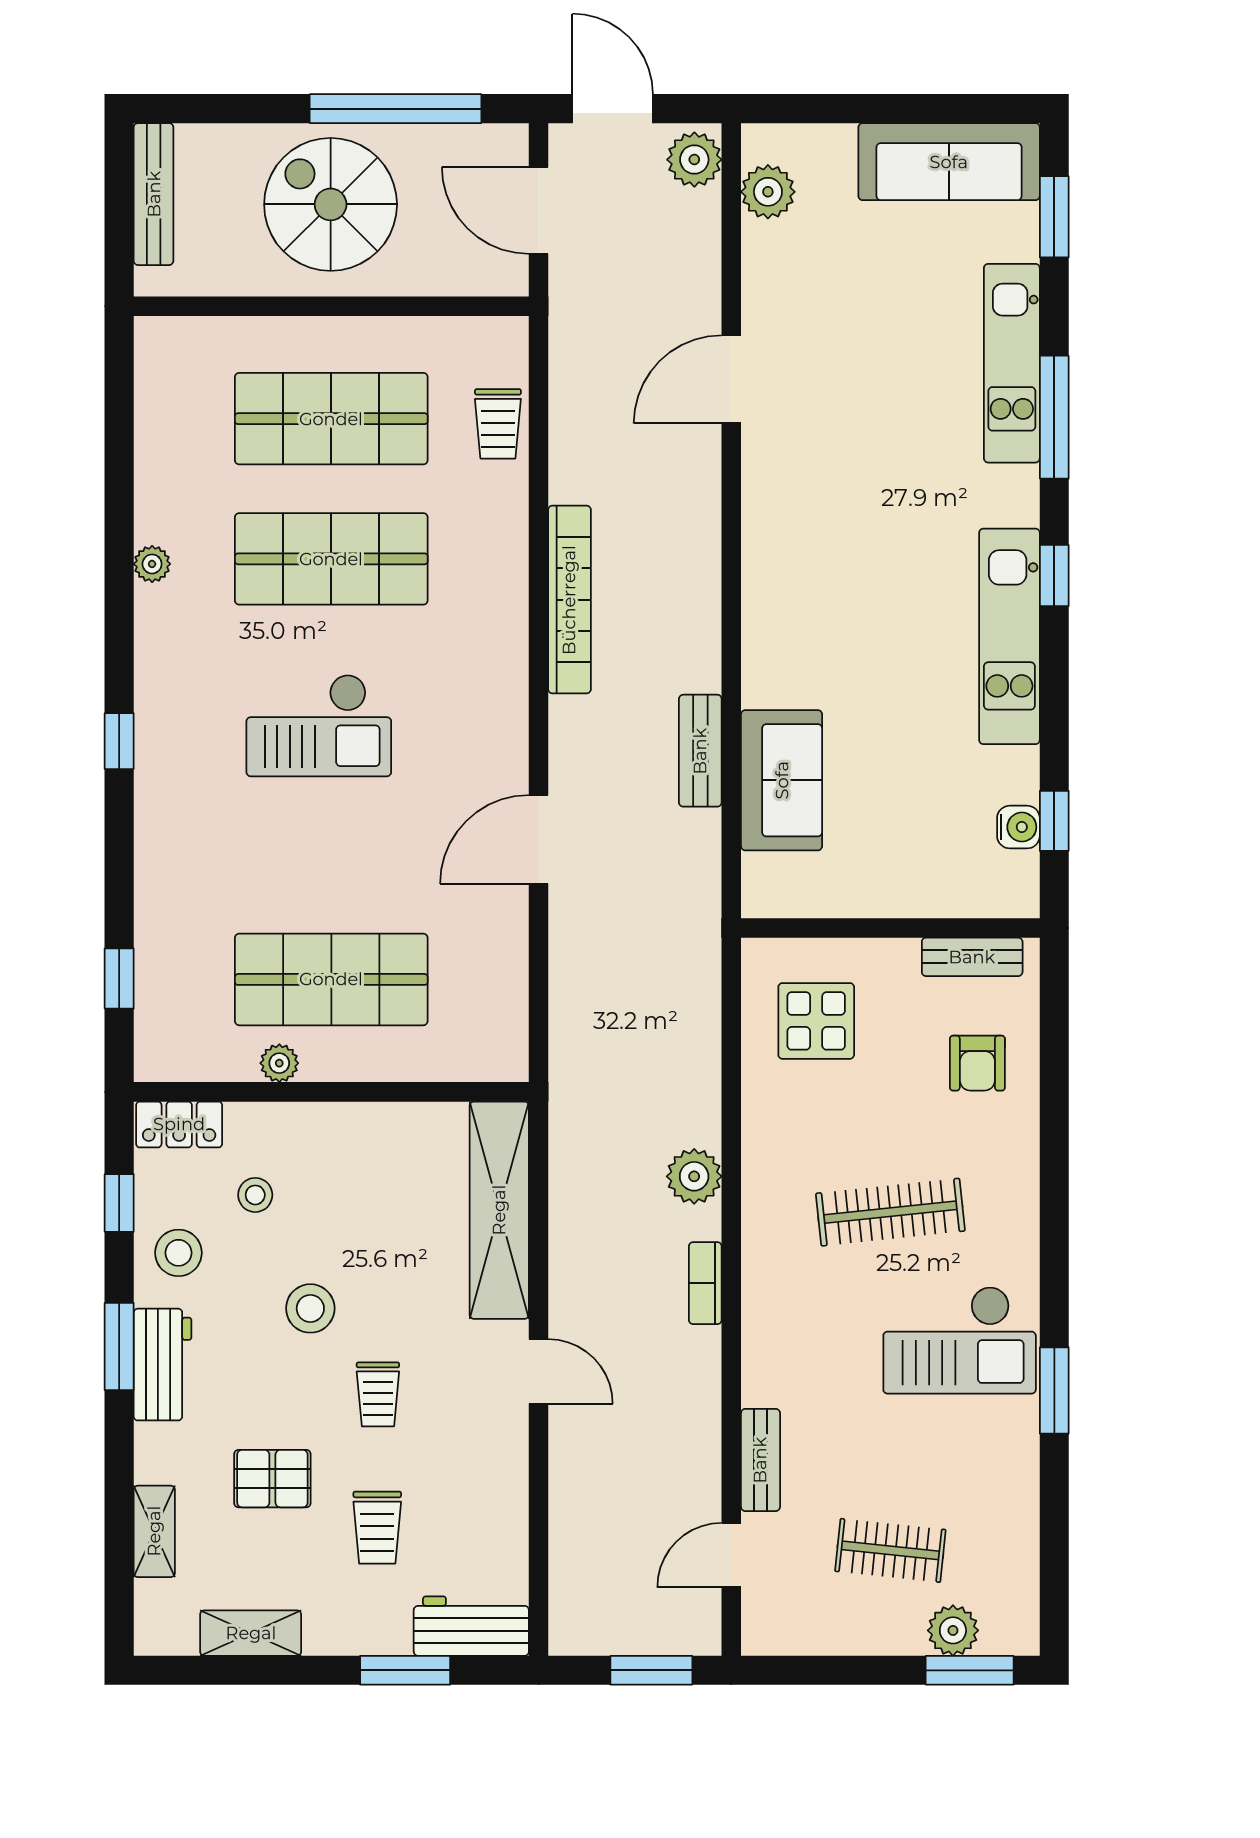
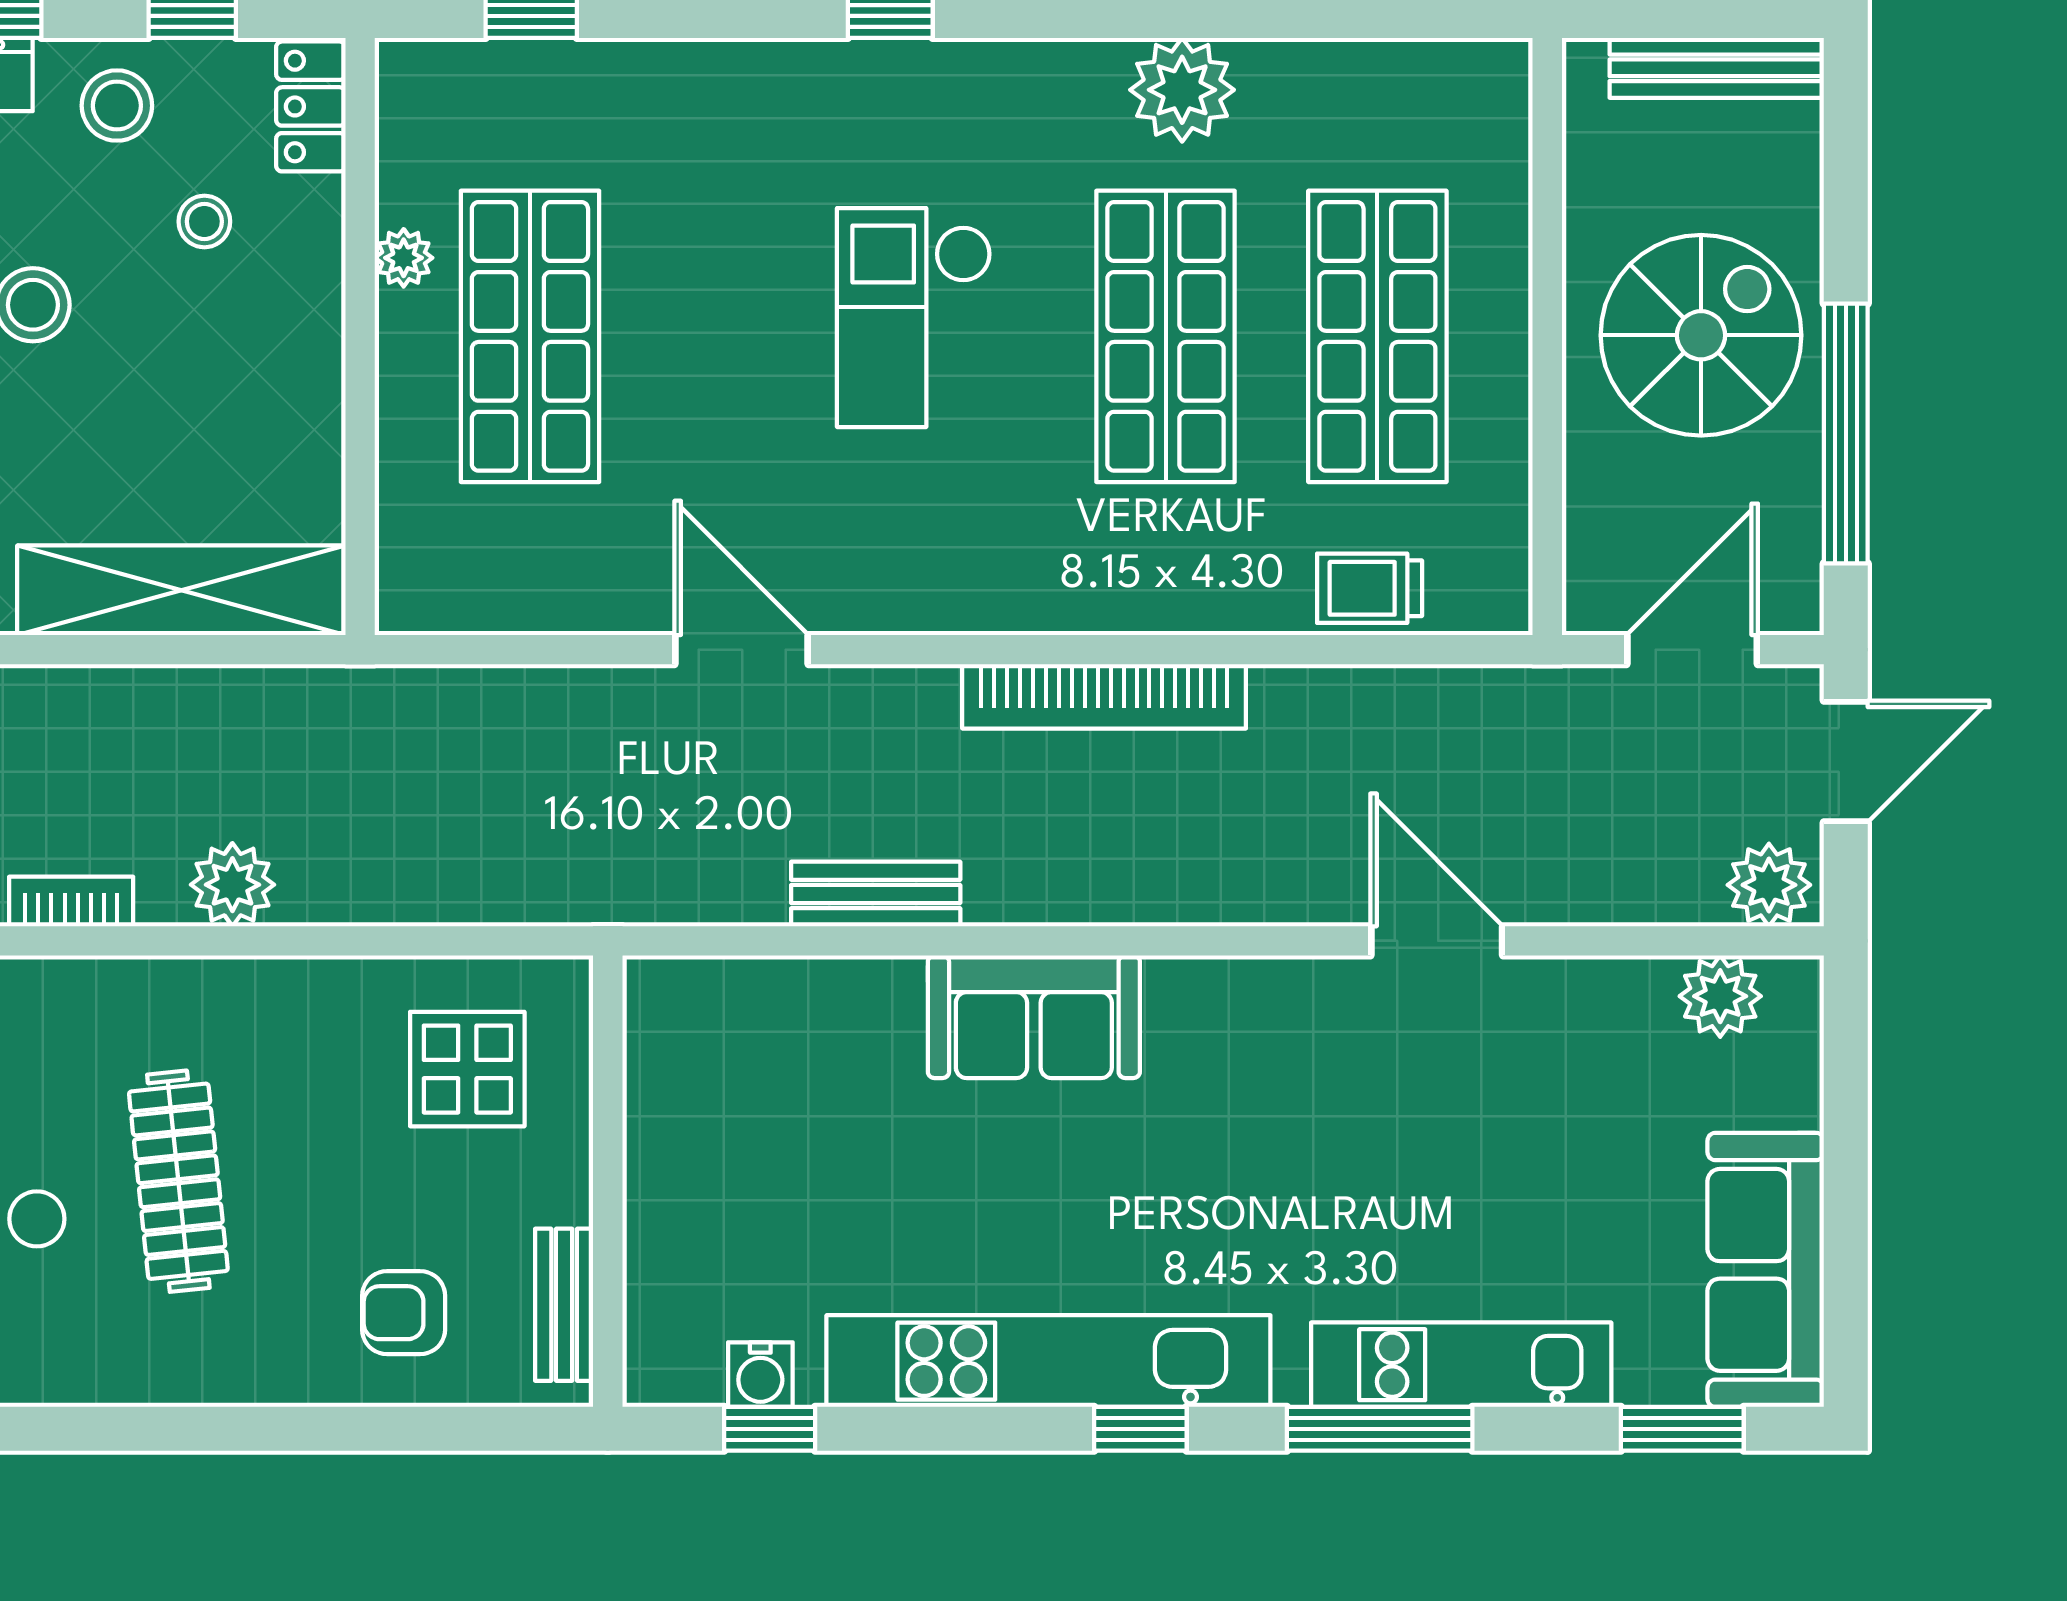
plant: (152, 564) -> (1182, 90), width x1.88, depth x1.88
kitchen unit: (1009, 636) -> (1048, 1361), width x1.36
sofa: (782, 780) -> (1034, 1017), moved

